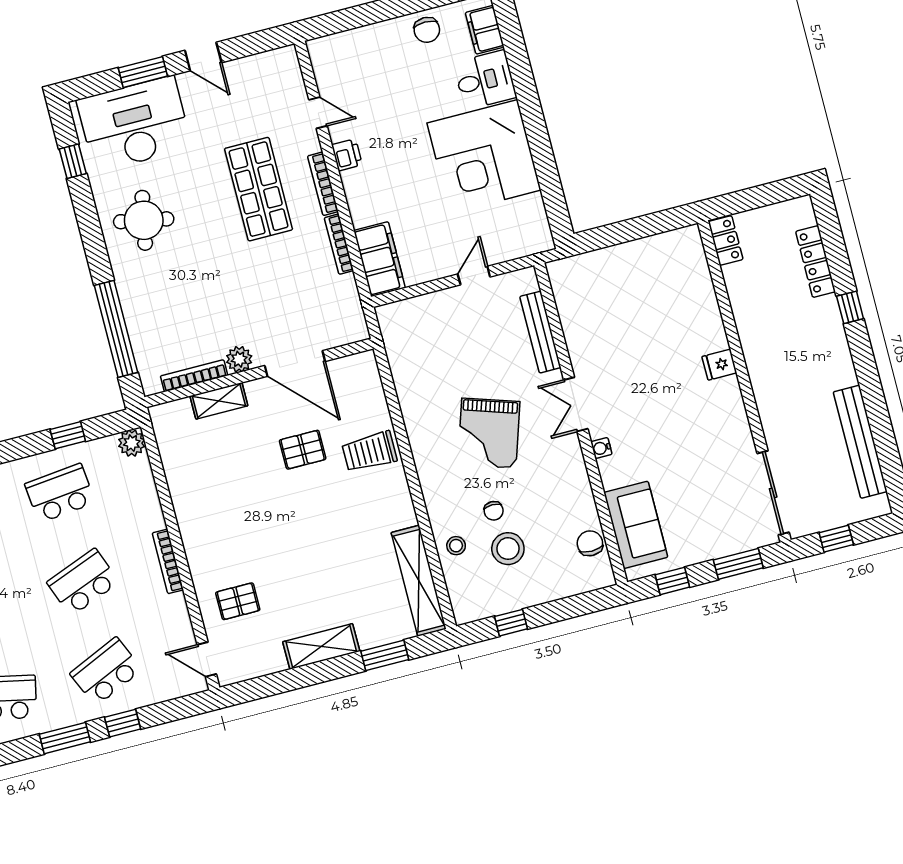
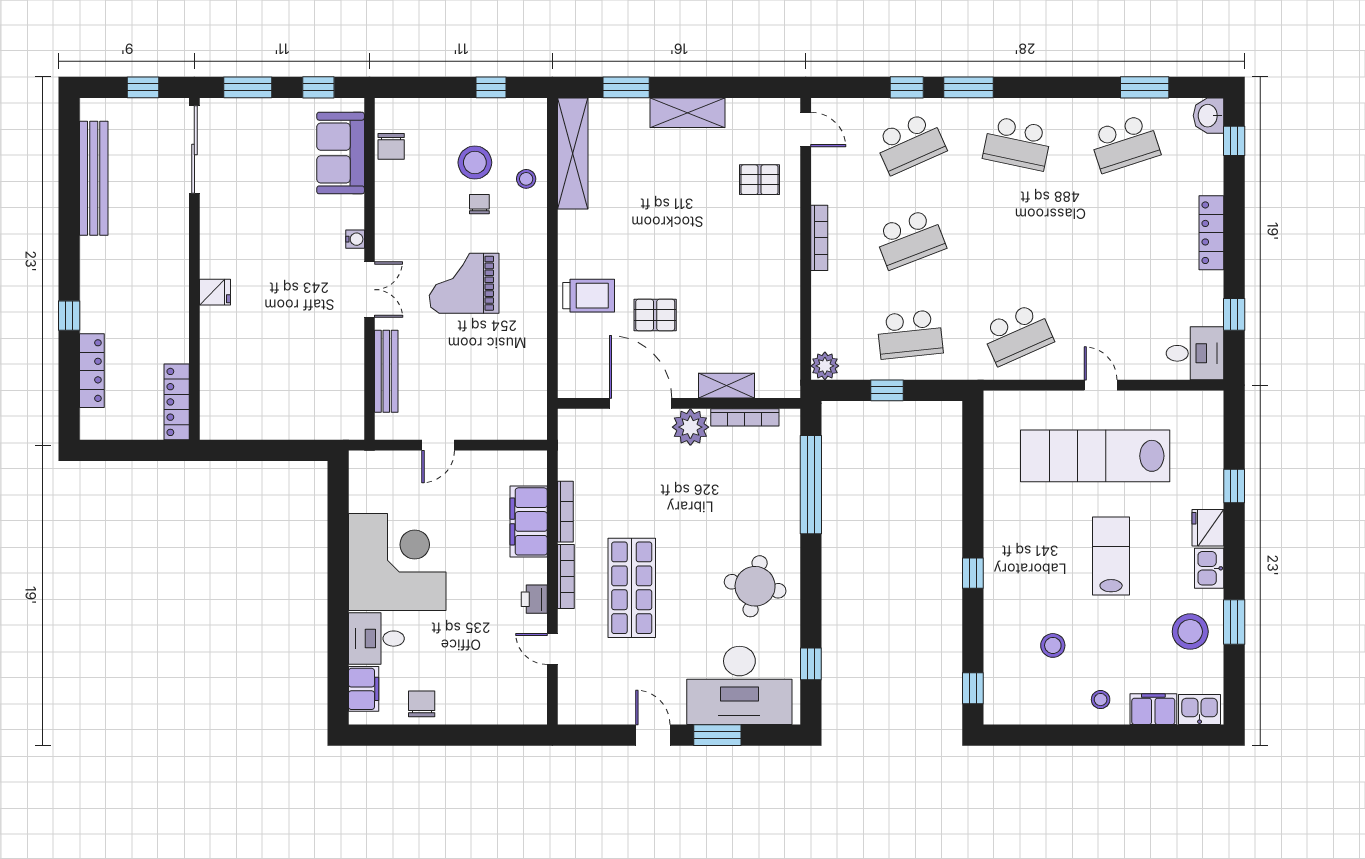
locker: (726, 241) -> (177, 402), width x1.53
filing cabinet: (379, 259) -> (529, 521), moved
plant: (239, 359) -> (690, 427), width x1.36, depth x1.36
grand piano: (489, 433) -> (464, 283), turned -108

